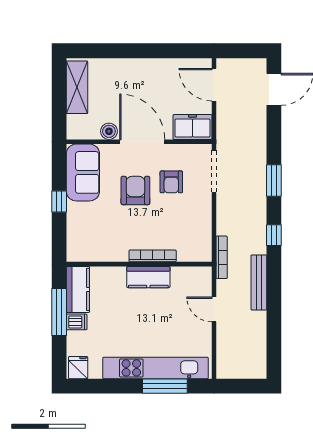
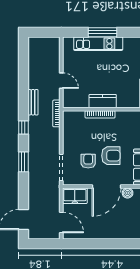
door: (142, 142) -> (107, 186), hinge flipped
armchair: (135, 190) -> (111, 156), turned -90
bench: (259, 282) -> (33, 102), width x0.73
kitchen unit: (156, 368) -> (98, 44), width x0.73
window: (165, 386) -> (102, 32), moved

